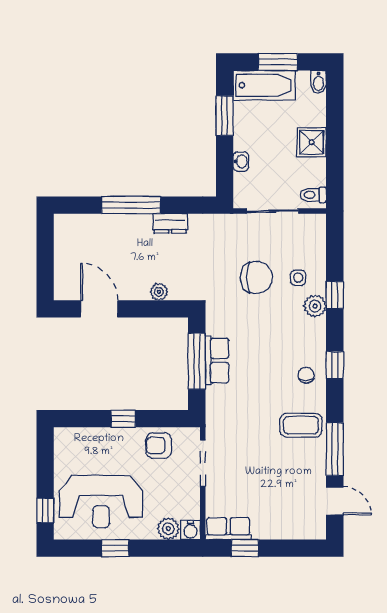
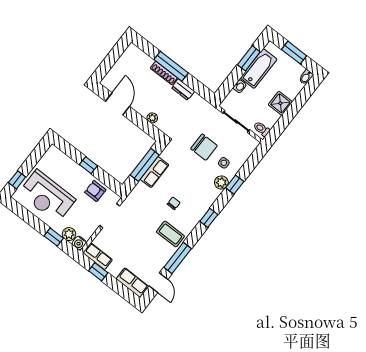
bathtub: (264, 85) -> (259, 69), moved, turned -90
shoe rack: (128, 221) -> (164, 73), added
chair: (306, 375) -> (174, 203), moved
row of seats: (301, 528) -> (132, 283), added
window: (115, 548) -> (54, 237), moved

